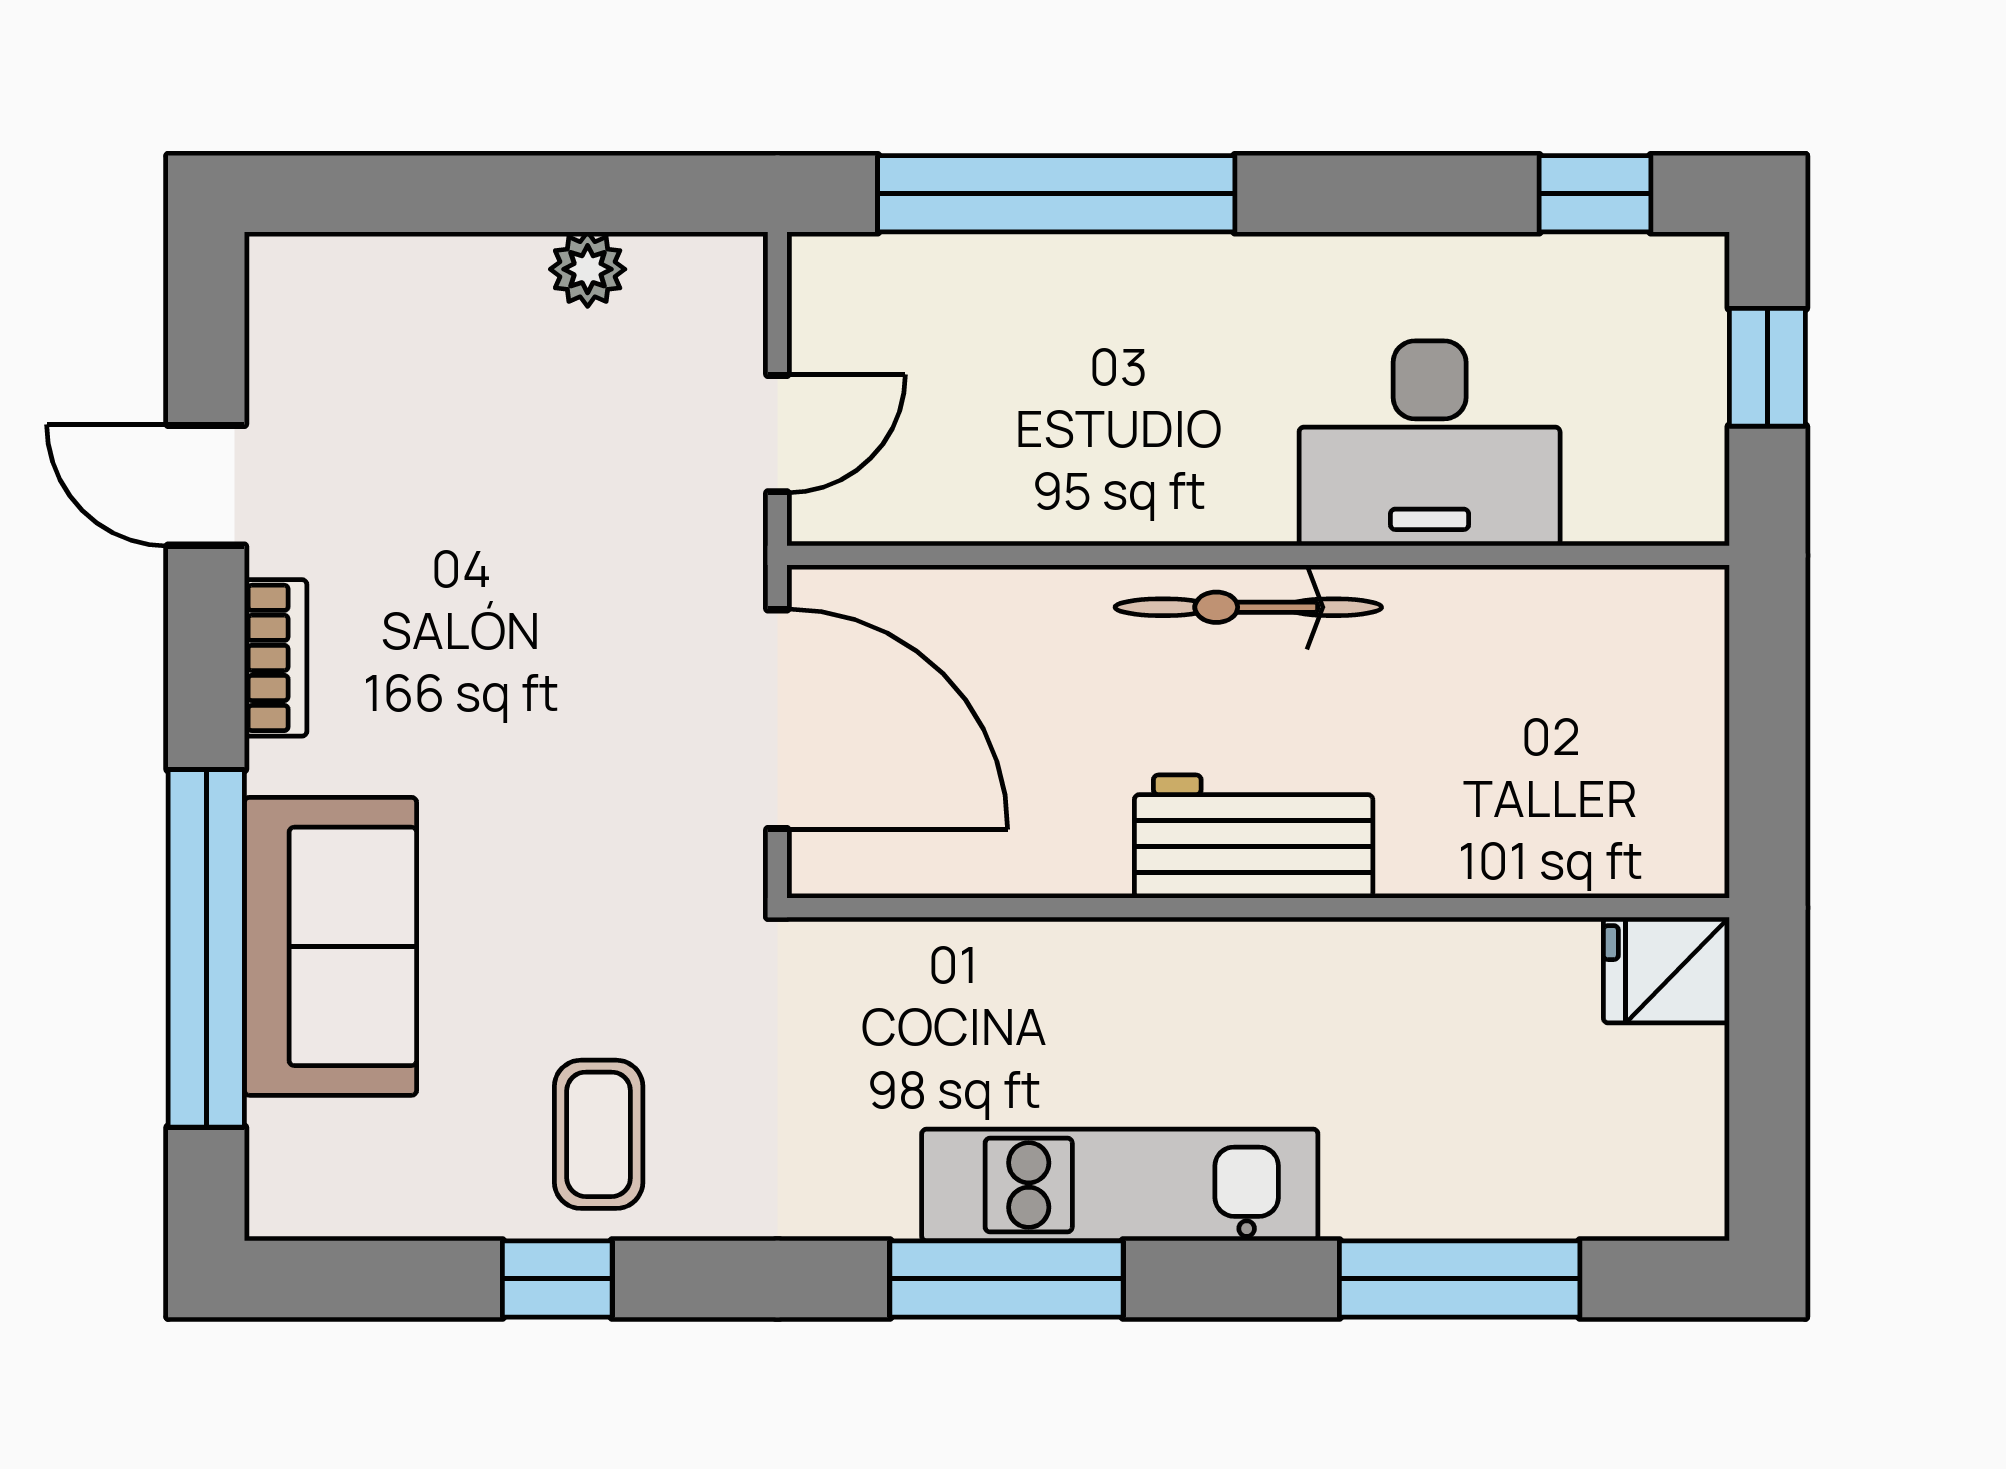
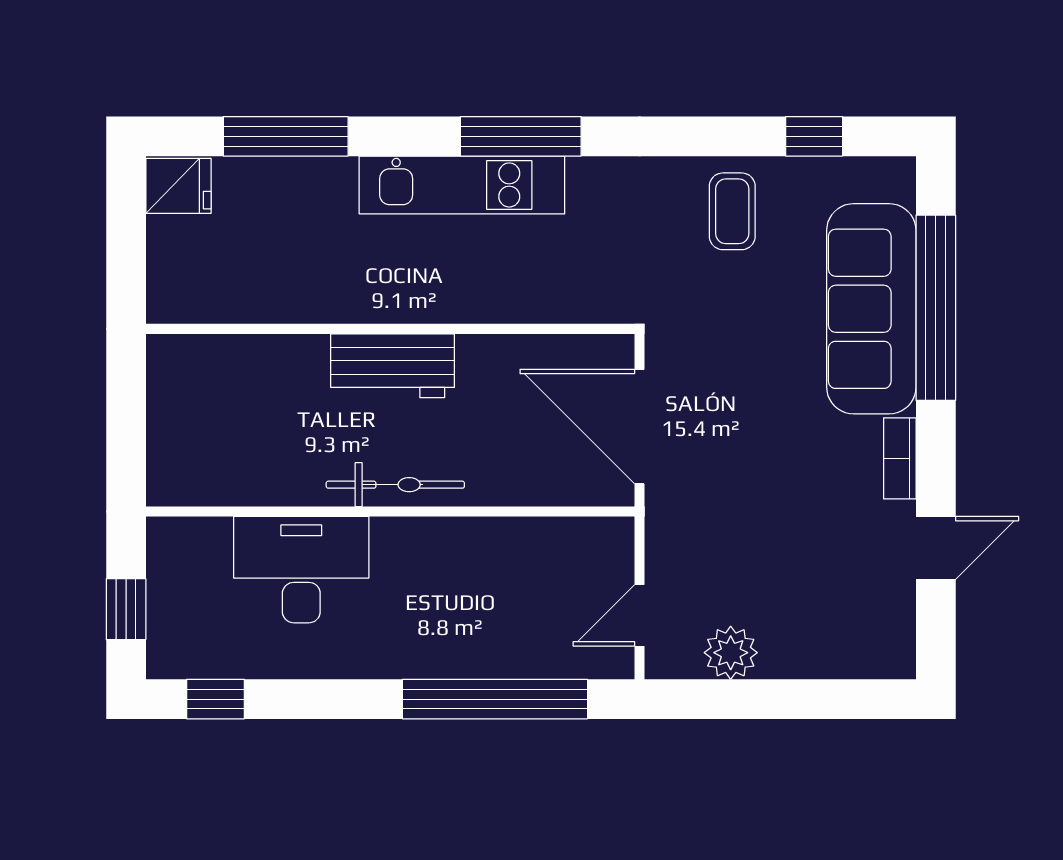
plant: (588, 269) -> (731, 653), width x1.38, depth x1.38
door: (777, 434) -> (640, 615), moved
door: (206, 485) -> (936, 548), hinge flipped
sofa: (330, 946) -> (871, 309), width x1.36
fridge: (1666, 970) -> (179, 186), moved
window: (557, 1279) -> (814, 136), moved

